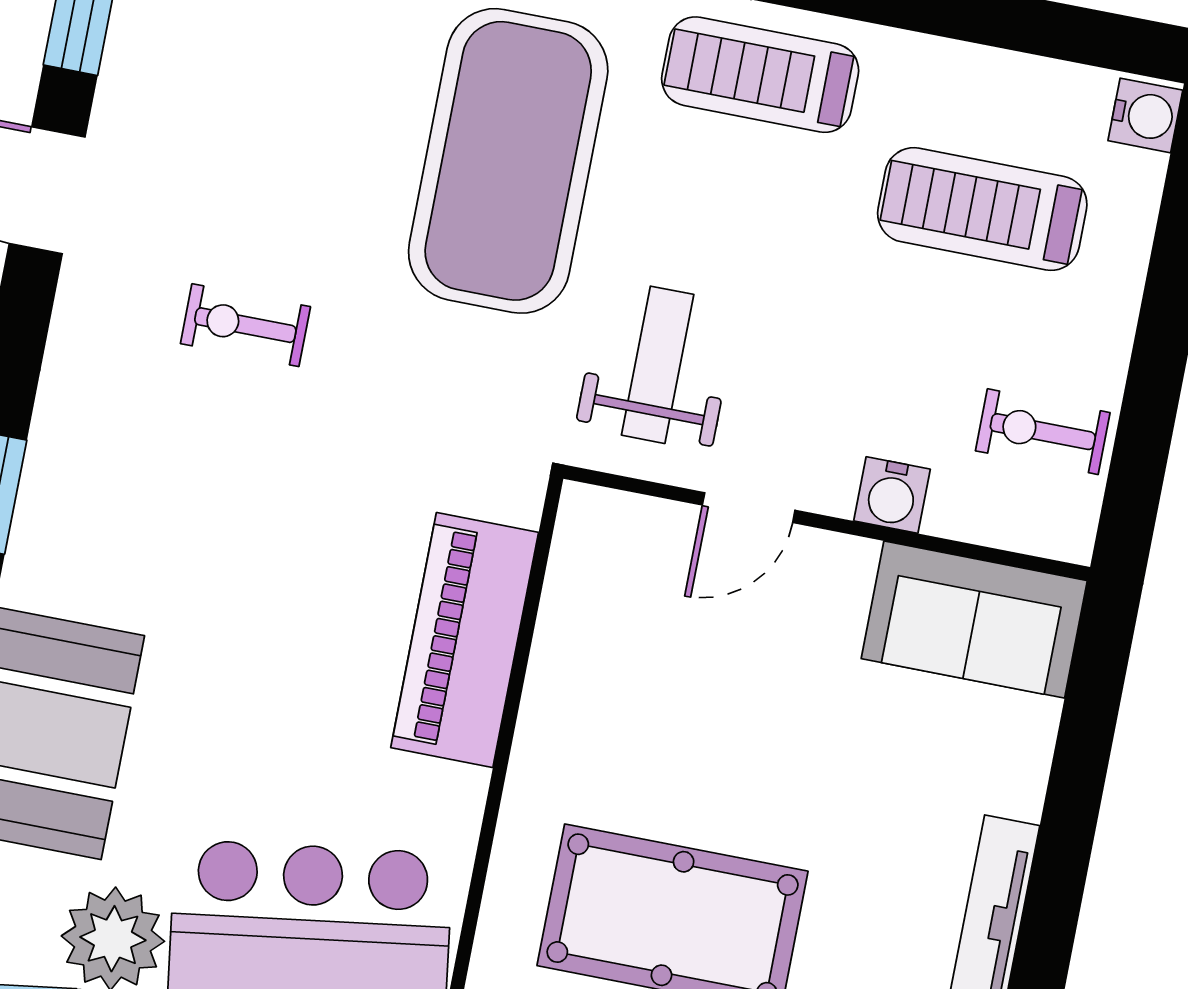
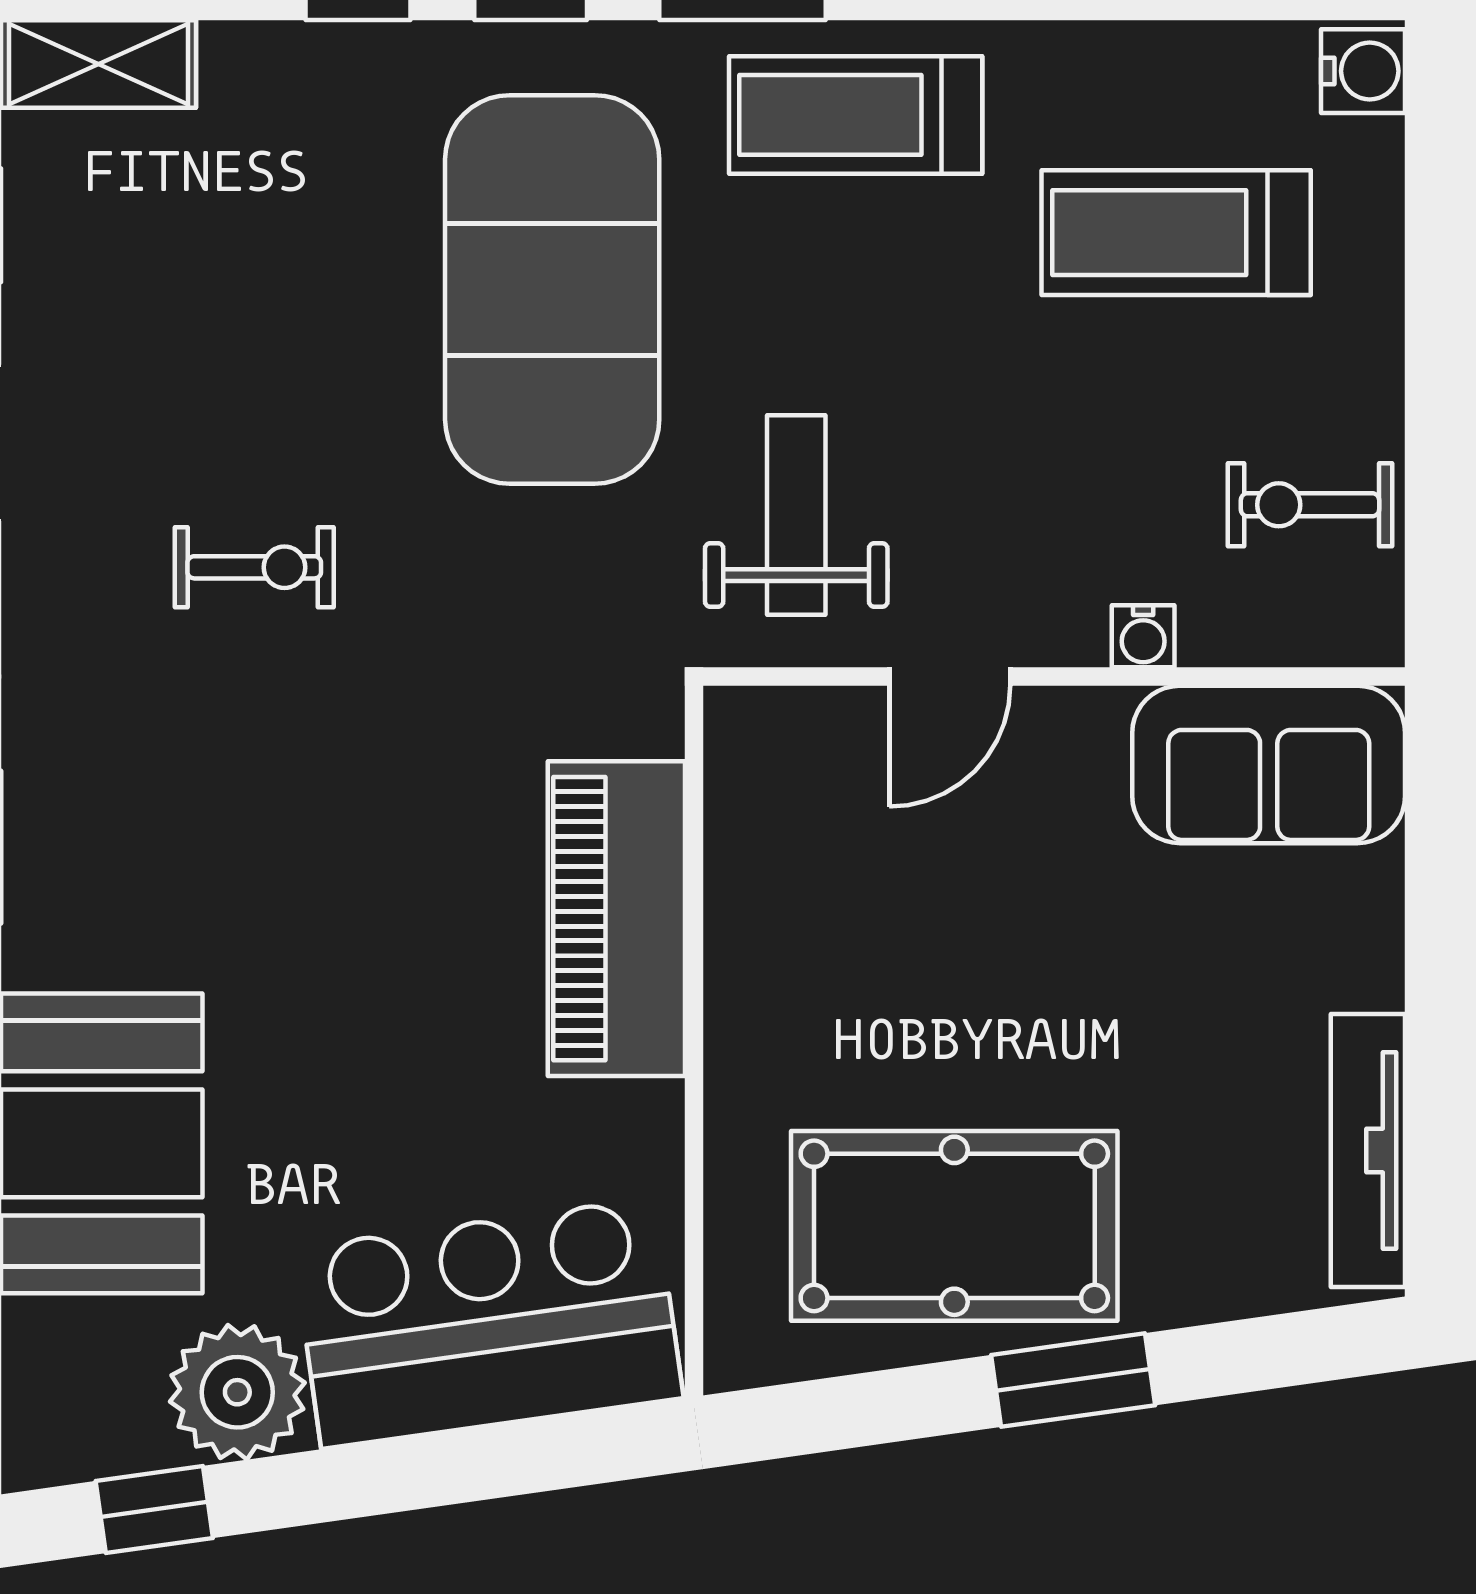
exercise bike: (245, 325) -> (254, 567), turned 180
water cooler: (892, 495) -> (1143, 636), width x0.72, depth x0.72

